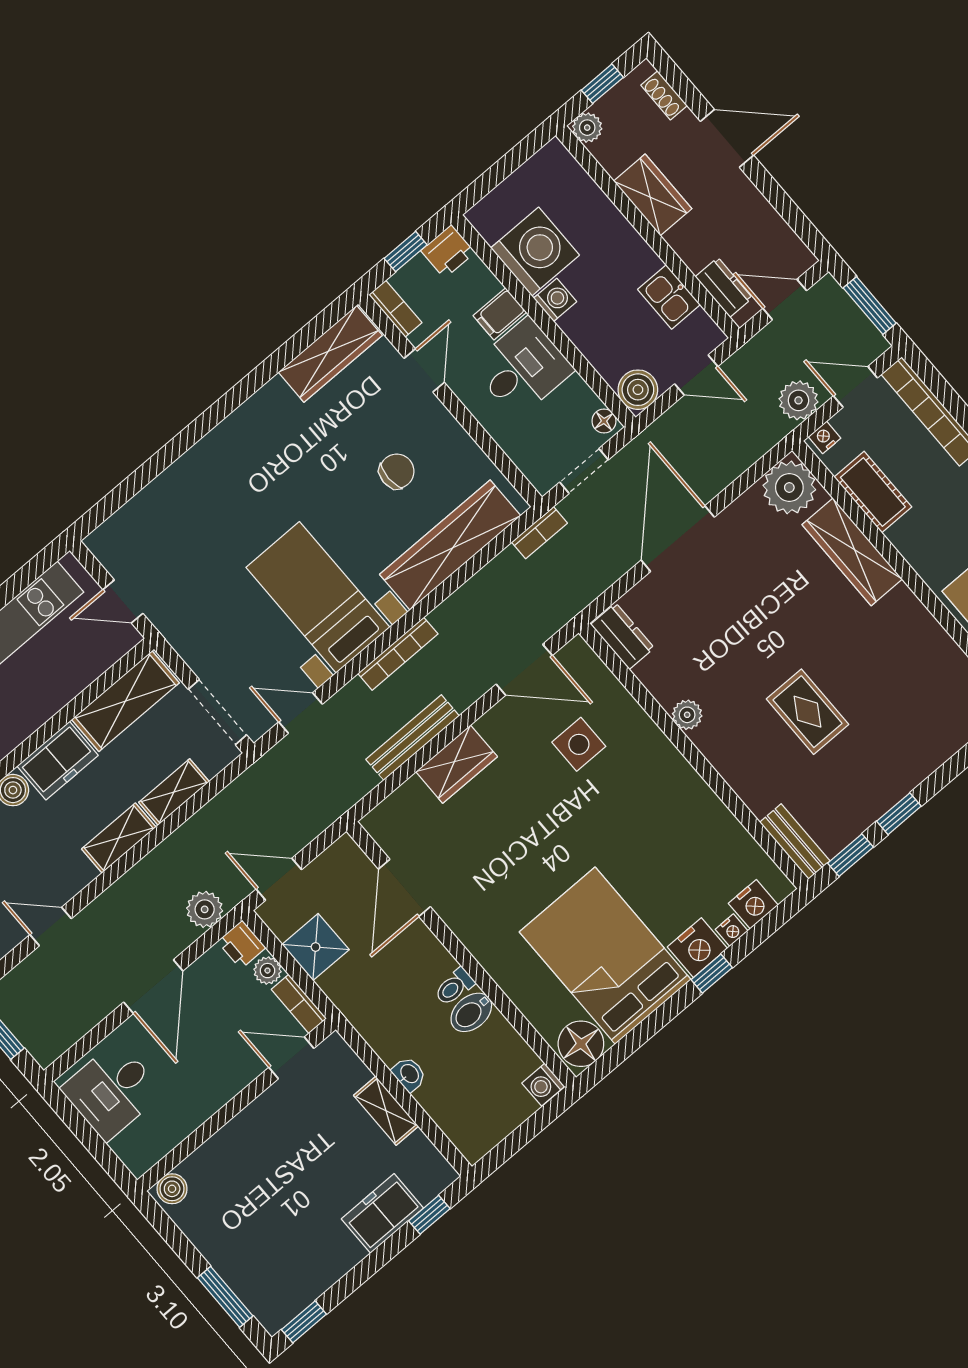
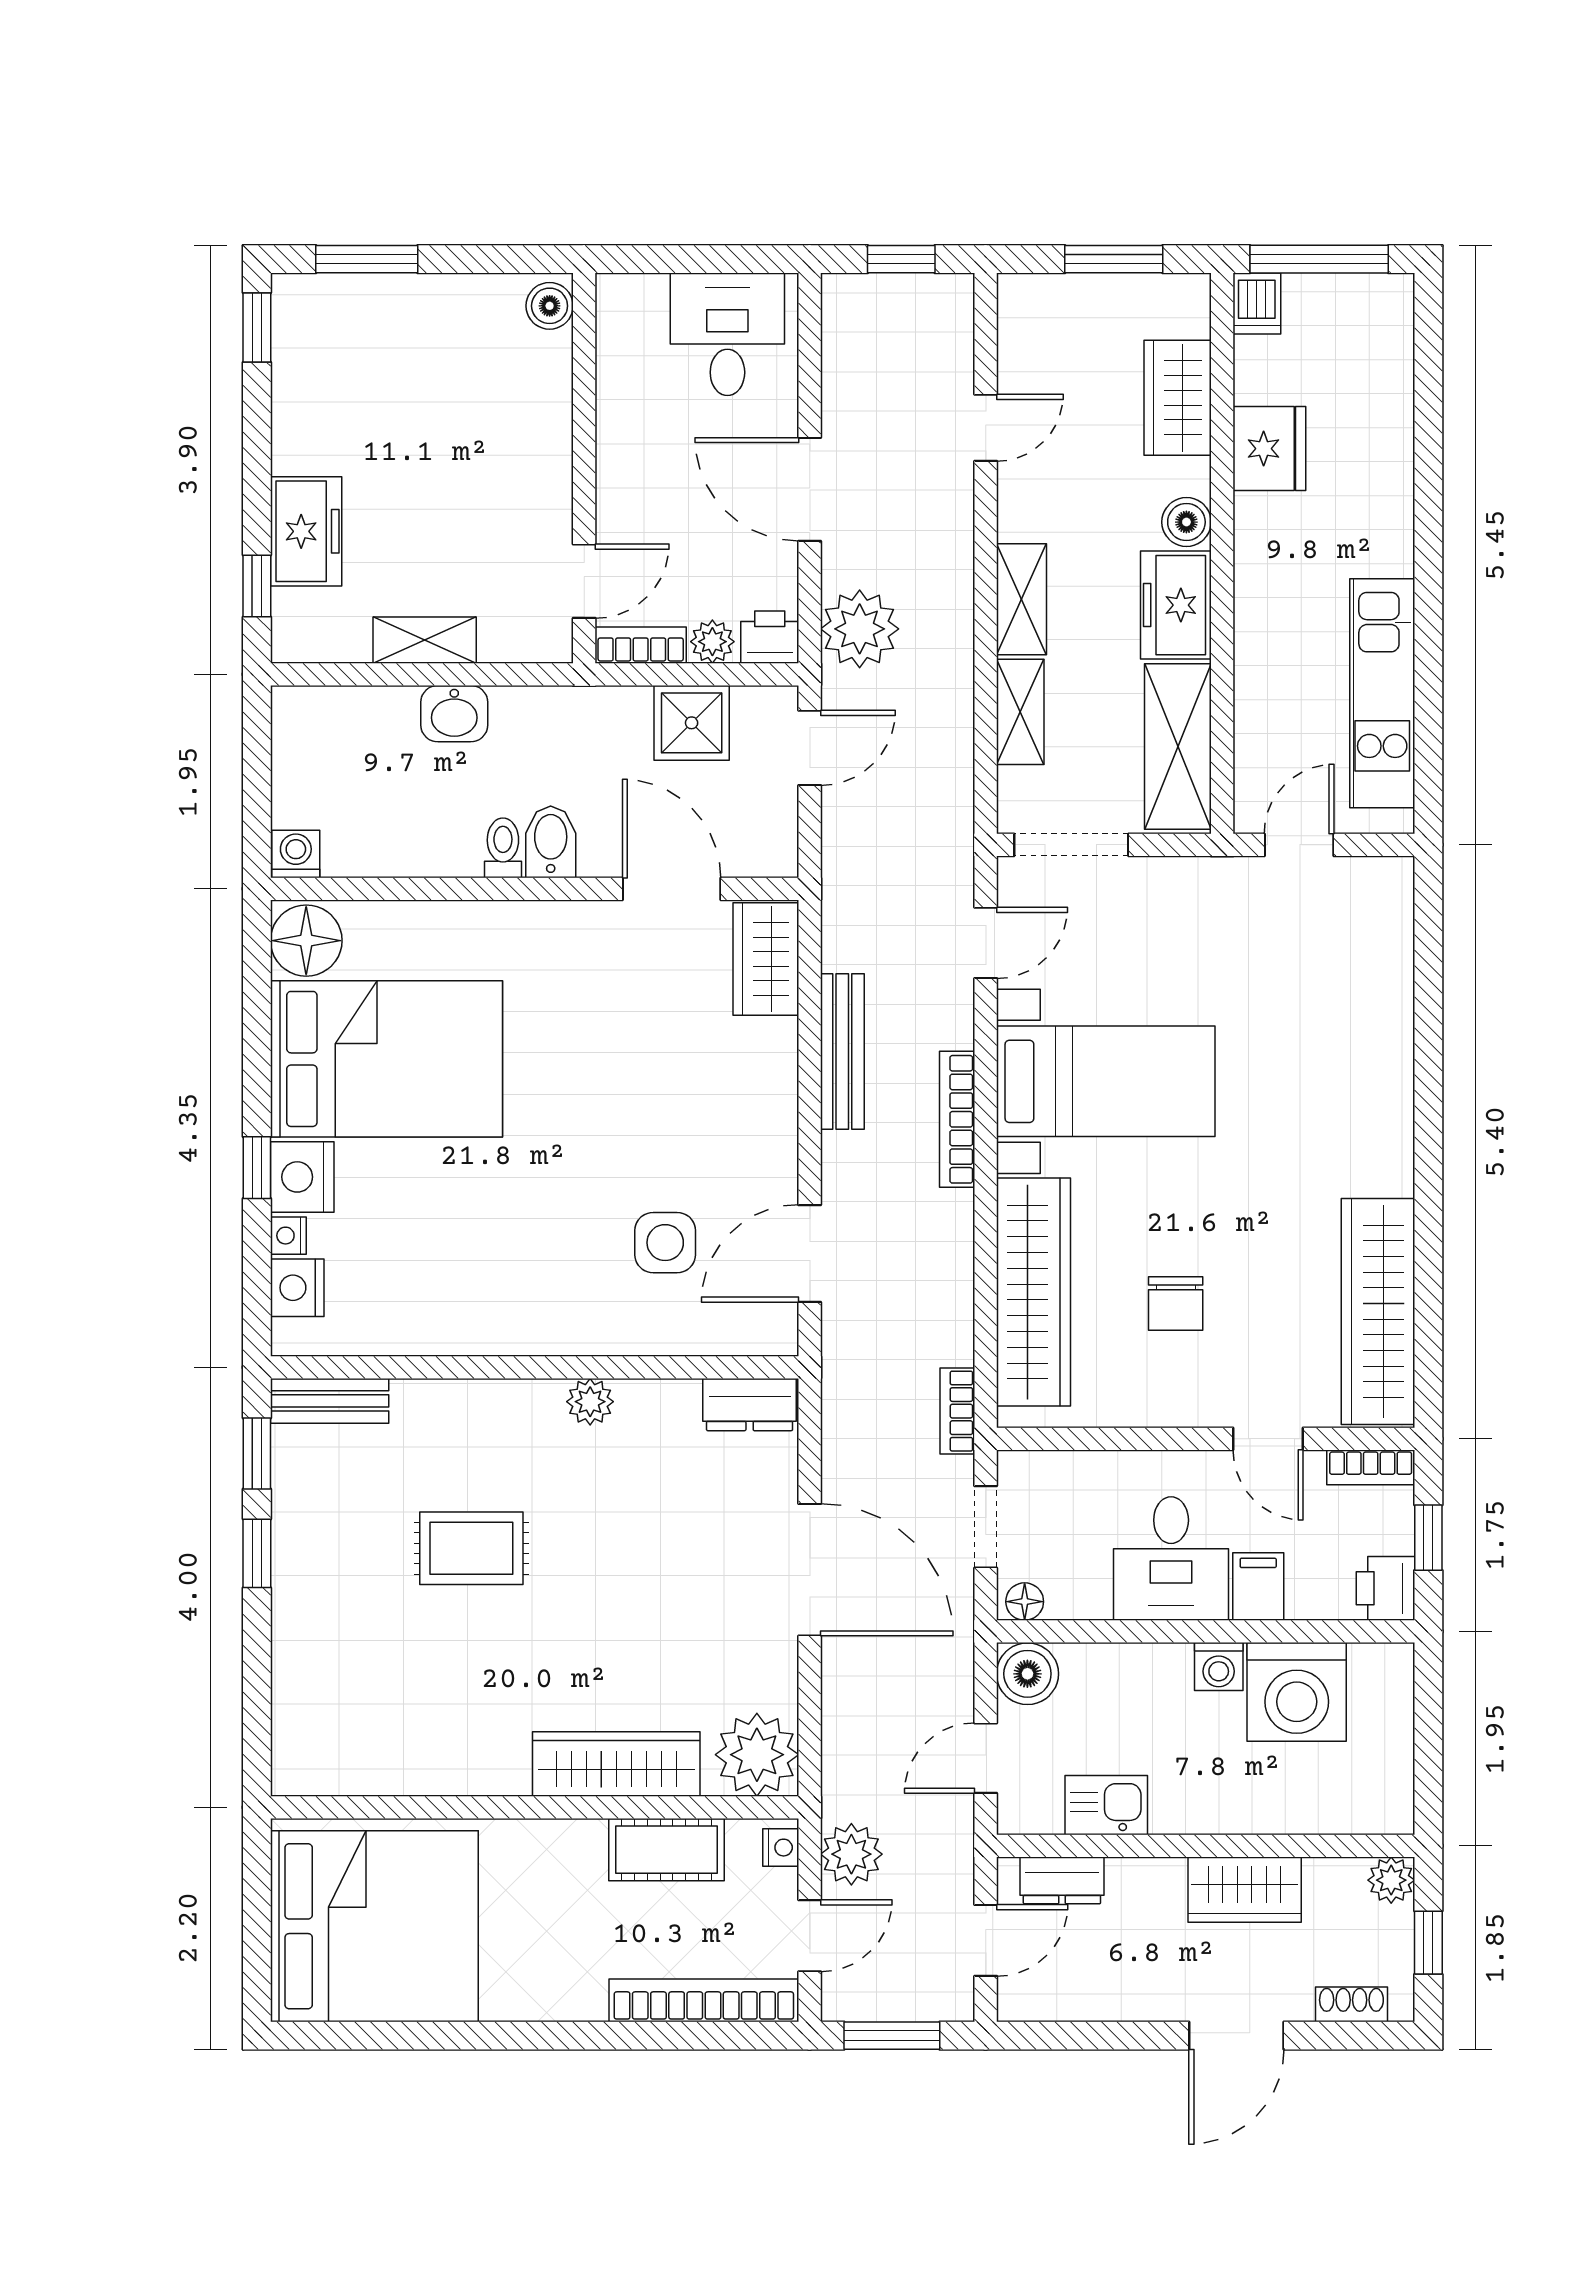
wardrobe: (330, 354) -> (1378, 1311), width x1.40, depth x1.17
wardrobe: (457, 764) -> (766, 959), moved
plant: (205, 909) -> (860, 629), width x1.36, depth x1.36
bidet: (471, 1012) -> (551, 842), moved
washbasin: (409, 1074) -> (454, 714), width x1.38, depth x1.45

